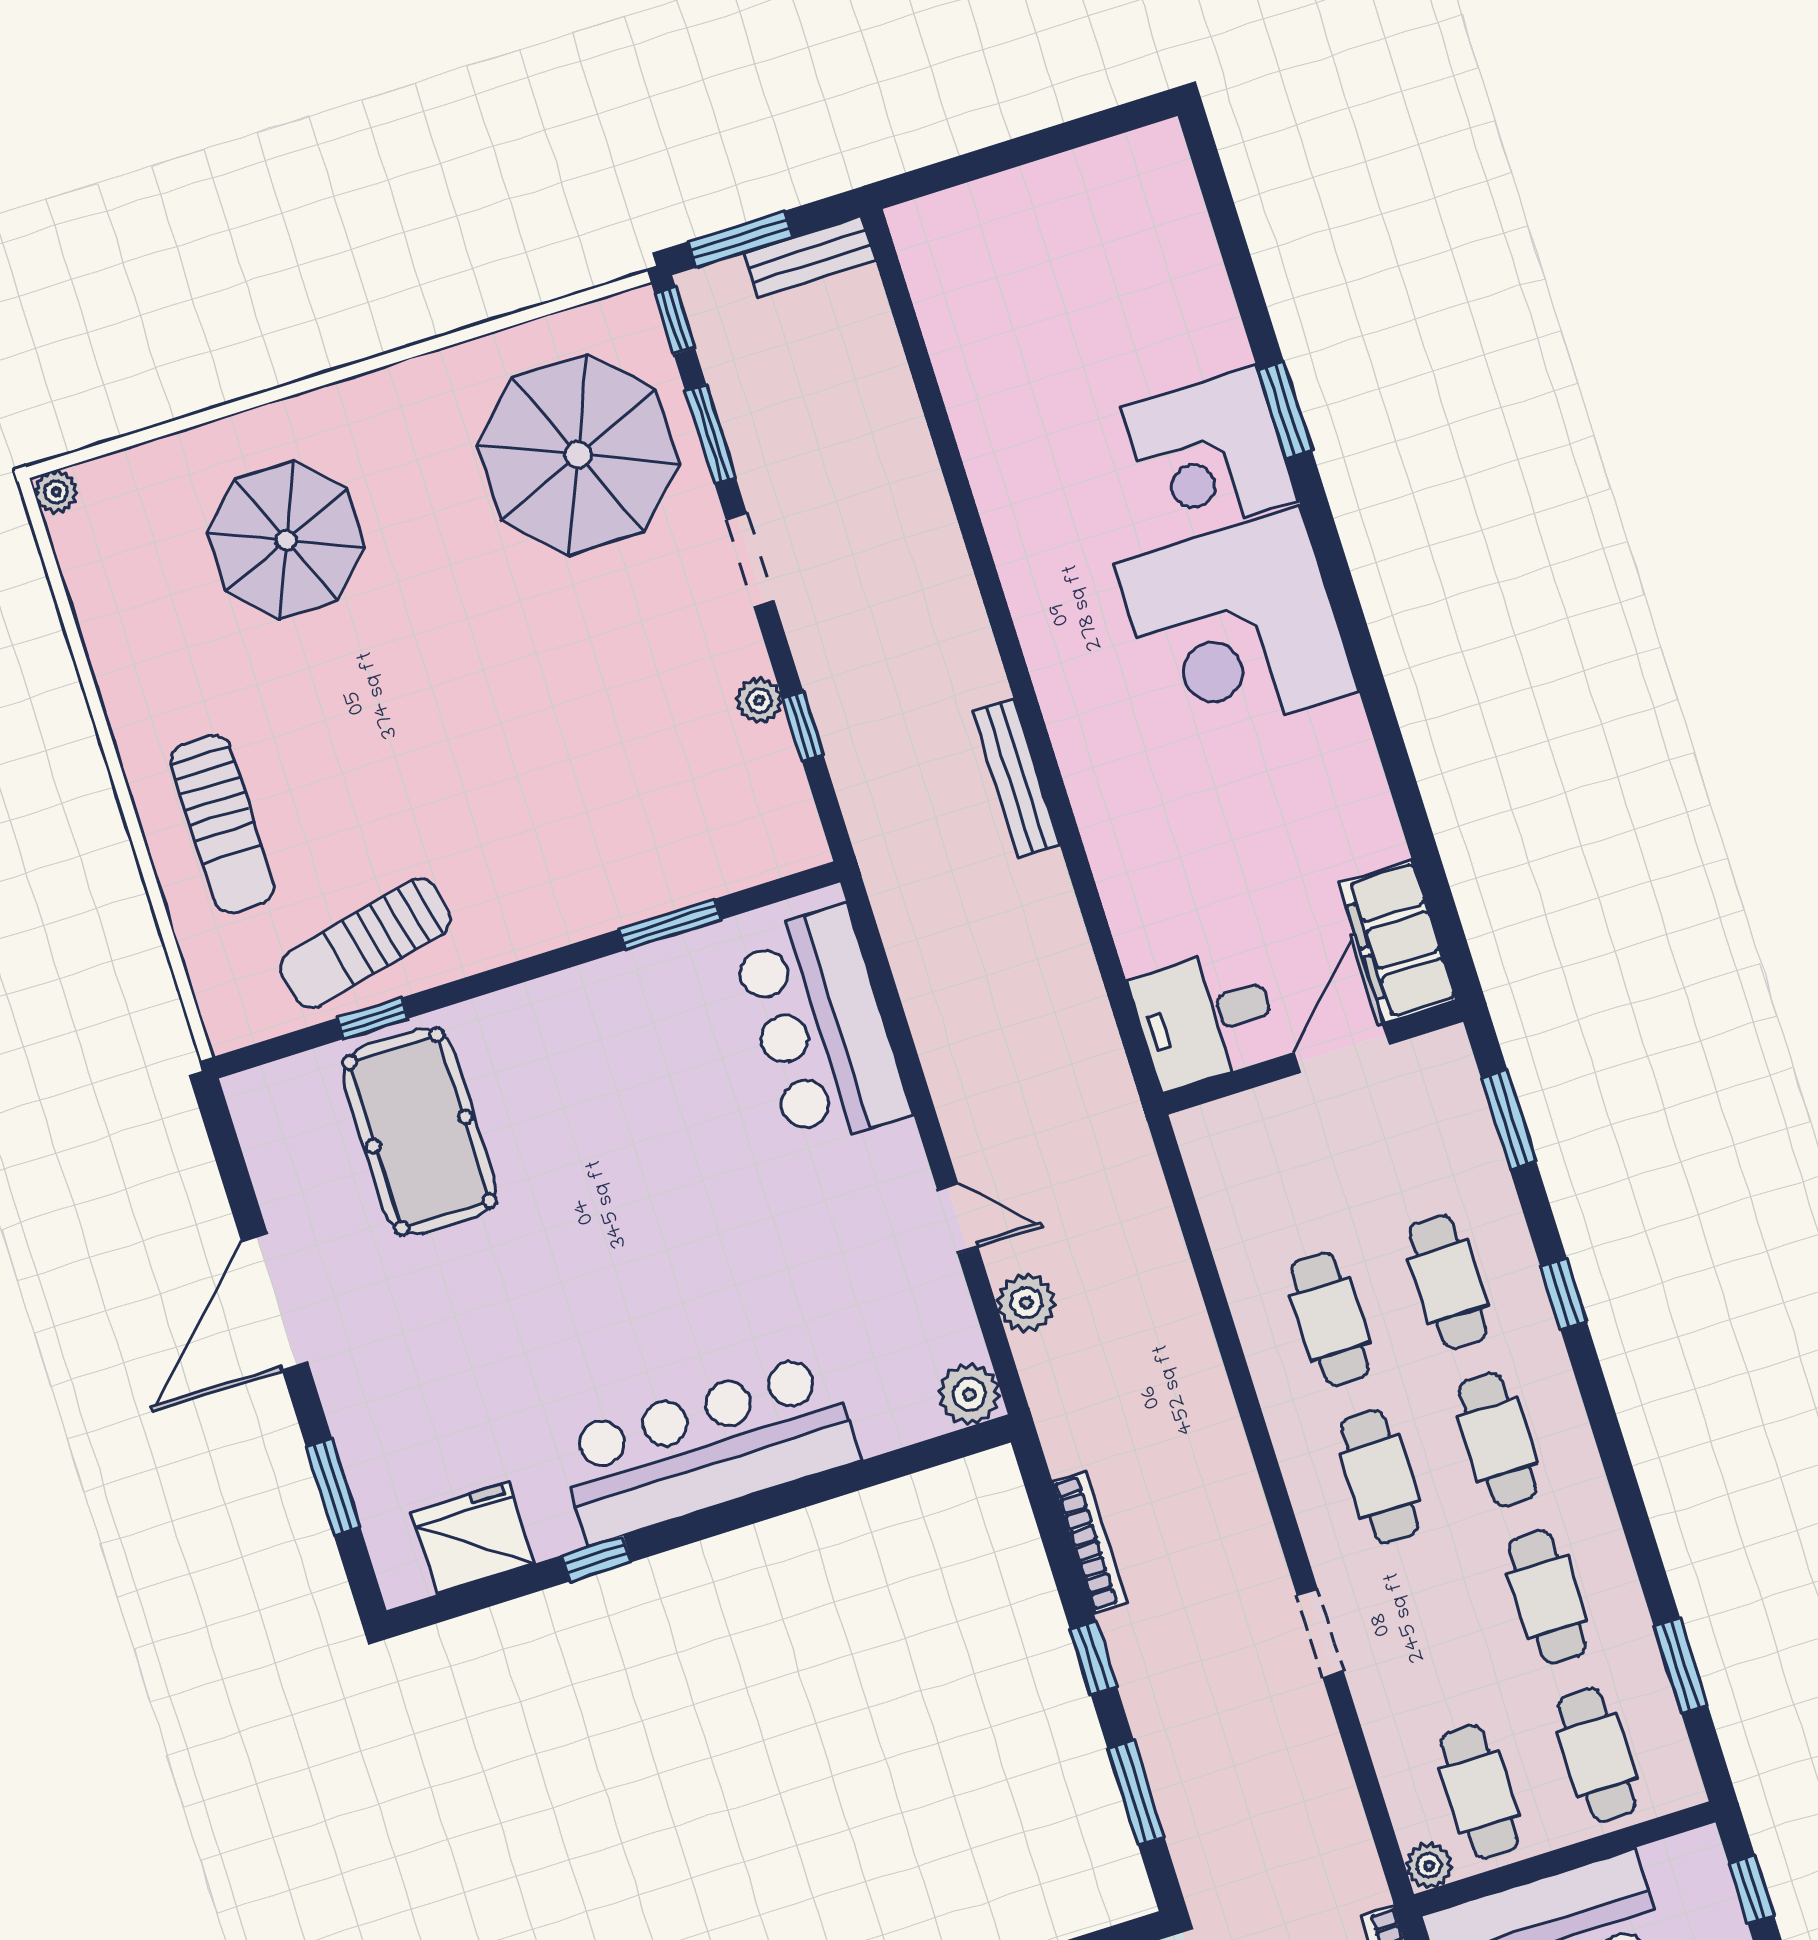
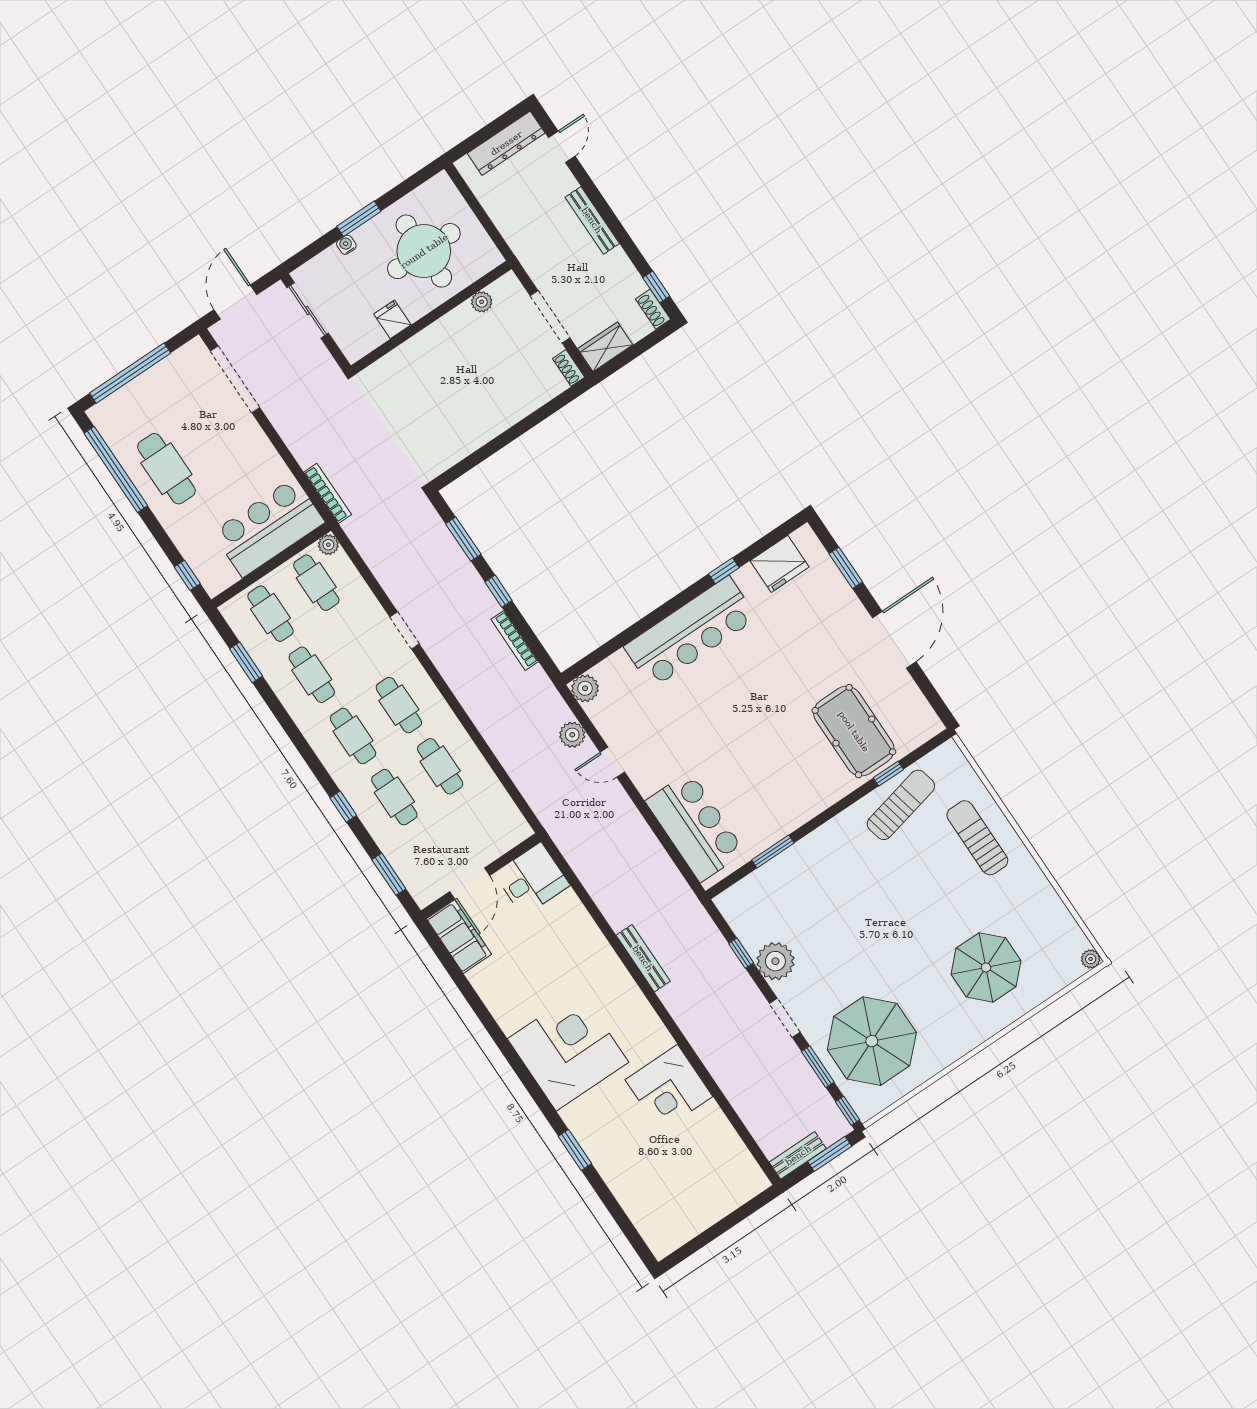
corner desk: (1210, 454) -> (669, 1088), moved, turned 180
plant: (759, 700) -> (775, 961), width x1.88, depth x1.88

